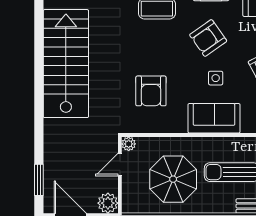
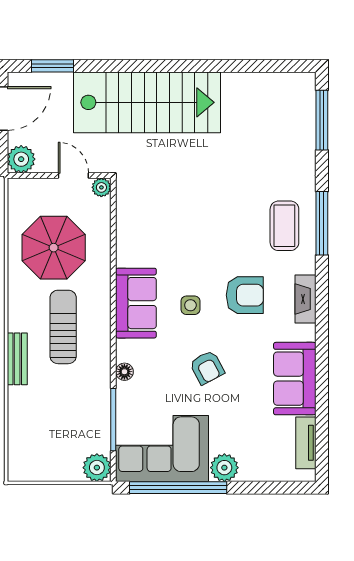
armchair: (208, 38) -> (245, 295), turned 125
stairs: (66, 64) -> (147, 102), moved
armchair: (151, 91) -> (173, 218), removed

